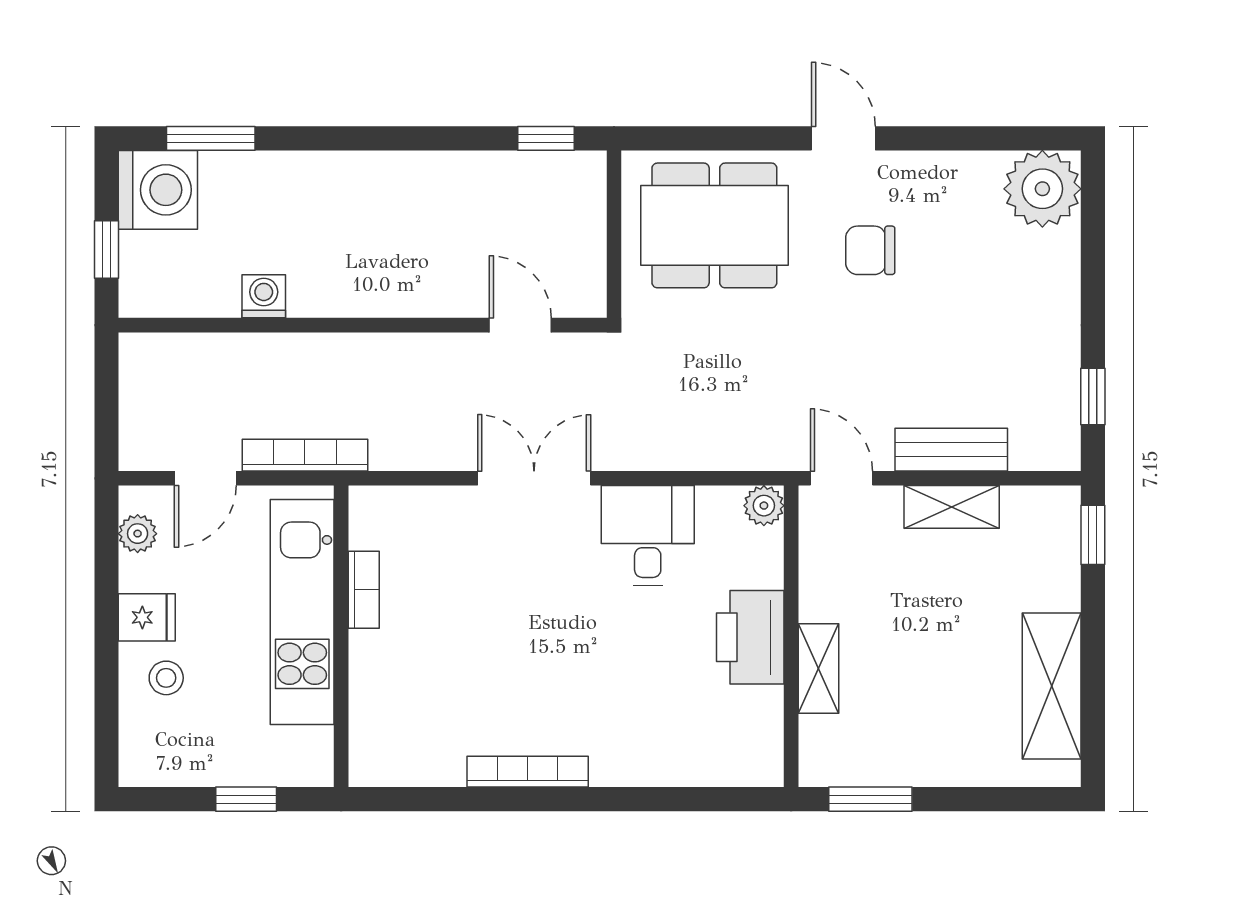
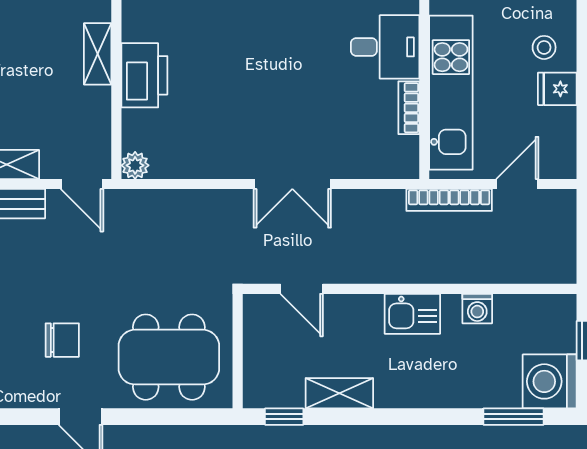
shelving: (465, 173) -> (339, 393), added
kitchen sink: (359, 289) -> (412, 314), added
plant: (138, 534) -> (564, 146), removed
desk: (648, 536) -> (385, 47), moved, turned -90

